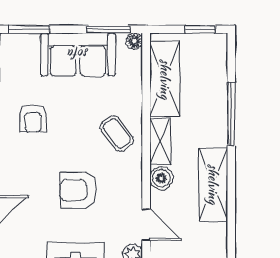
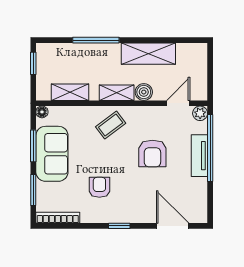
window: (108, 29) -> (33, 146), moved
shelving: (165, 79) -> (70, 92), width x0.67, depth x0.75
armchair: (33, 119) -> (99, 187), turned -90

